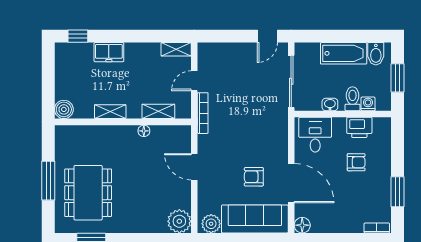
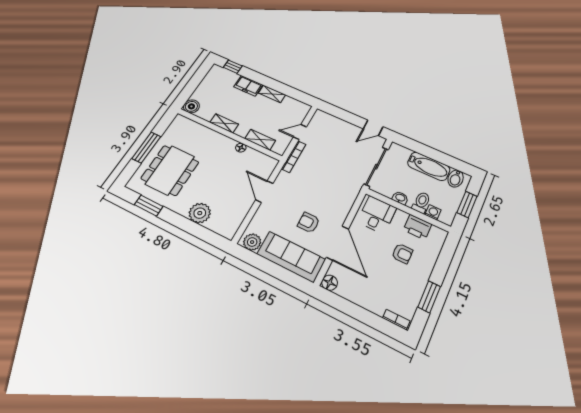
shelving: (176, 49) -> (272, 94), moved
plant: (179, 221) -> (200, 213), moved

